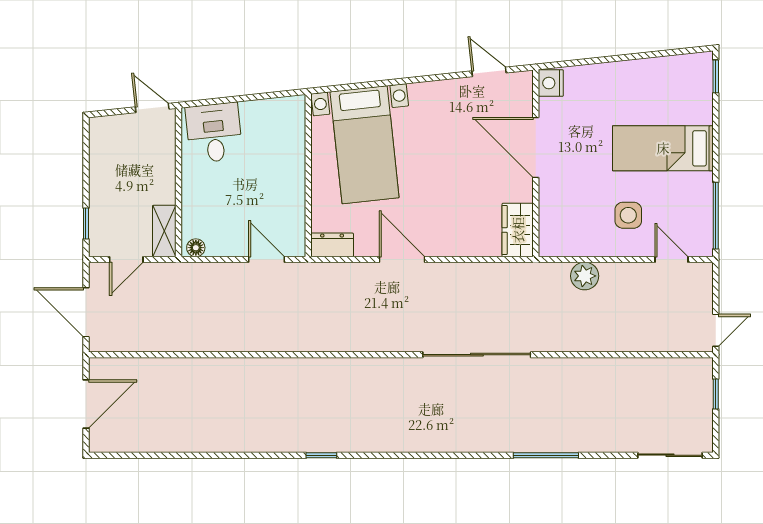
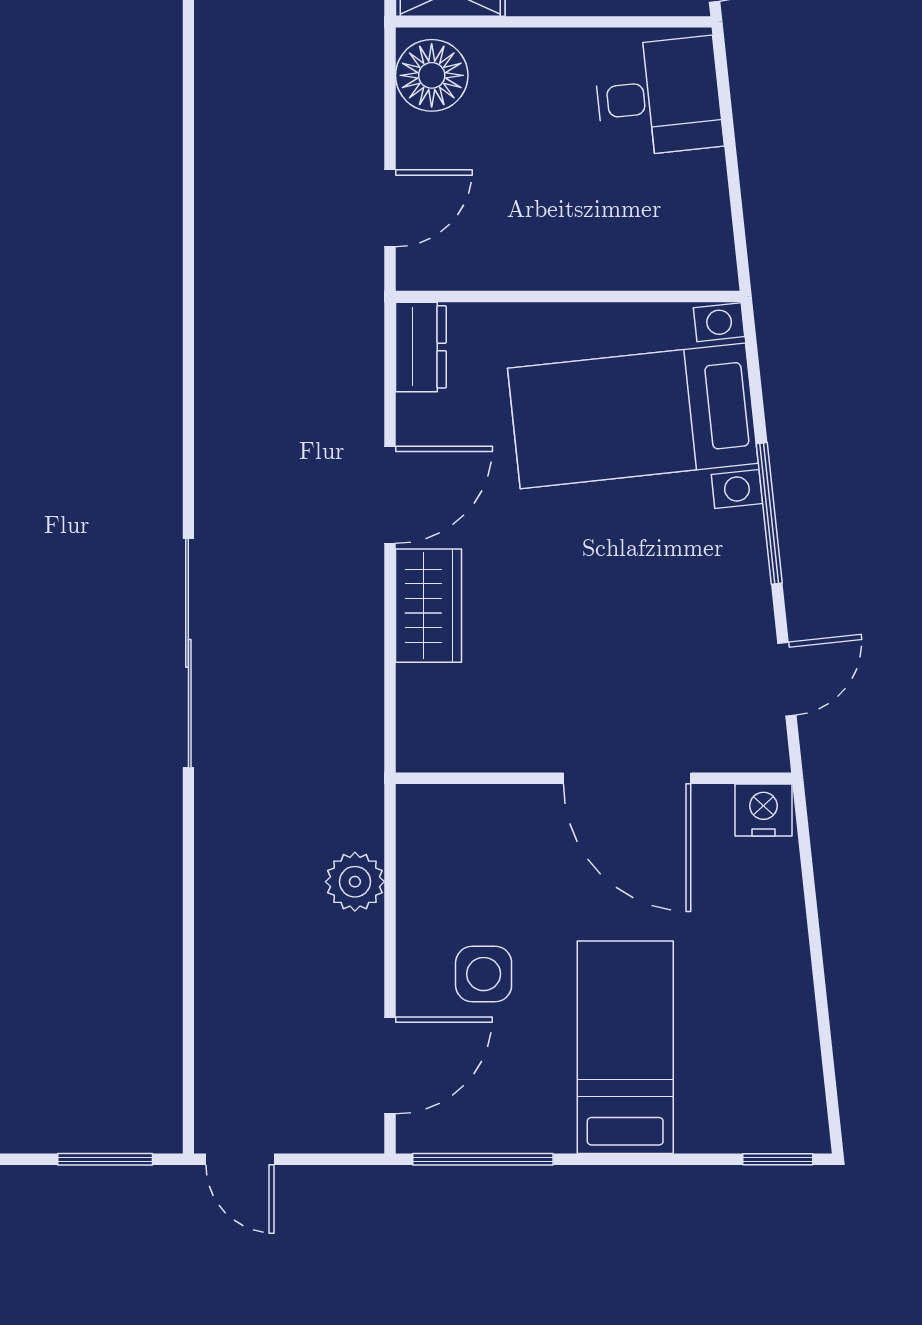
window: (411, 80) -> (769, 513), added
door: (536, 147) -> (627, 778), swing flipped
wardrobe: (518, 230) -> (429, 606), moved, turned 90
floor lamp: (196, 248) -> (432, 75), width x1.89, depth x1.89
door: (671, 259) -> (390, 1065), width x1.38
window: (716, 394) -> (105, 1159), width x1.50

